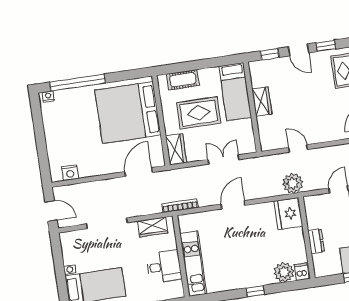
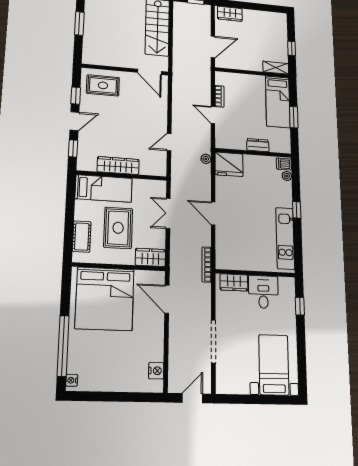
wardrobe: (262, 102) -> (118, 166), width x1.50
plant: (293, 183) -> (206, 159), width x0.53, depth x0.53
wardrobe: (153, 227) -> (234, 282), moved, turned 90
kitchen unit: (193, 264) -> (285, 238), moved, turned -90
plant: (284, 272) -> (287, 176), width x0.53, depth x0.53

